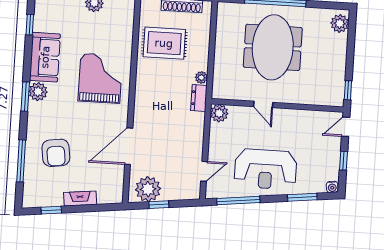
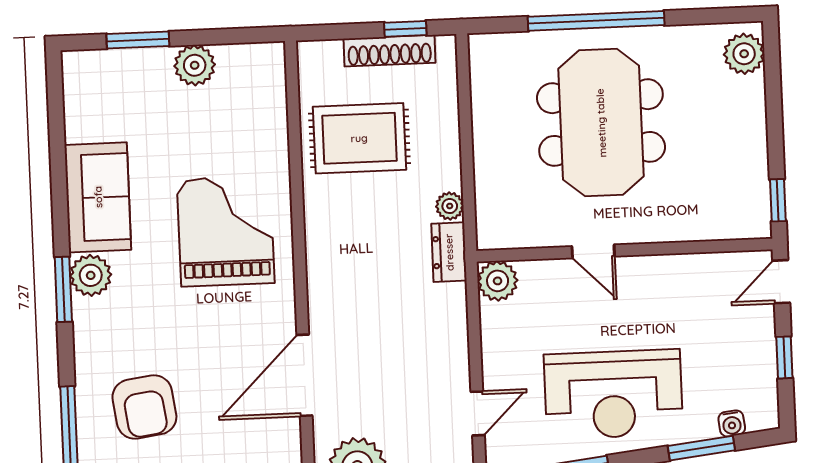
window: (30, 25) -> (57, 129), removed
water cooler: (332, 187) -> (732, 423), moved

